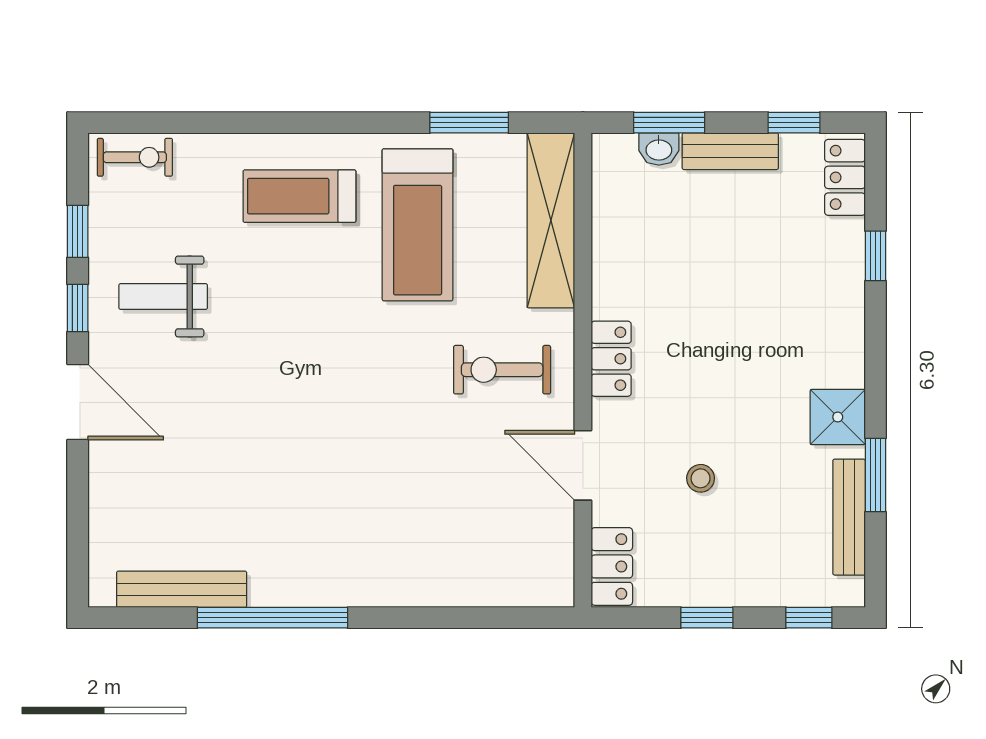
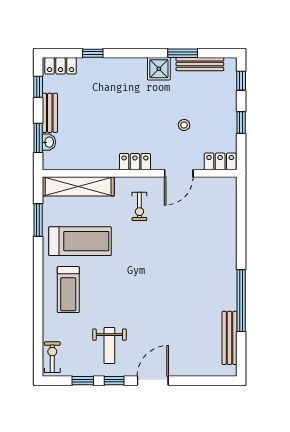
exercise bike: (502, 370) -> (139, 206), width x0.73, depth x0.72

